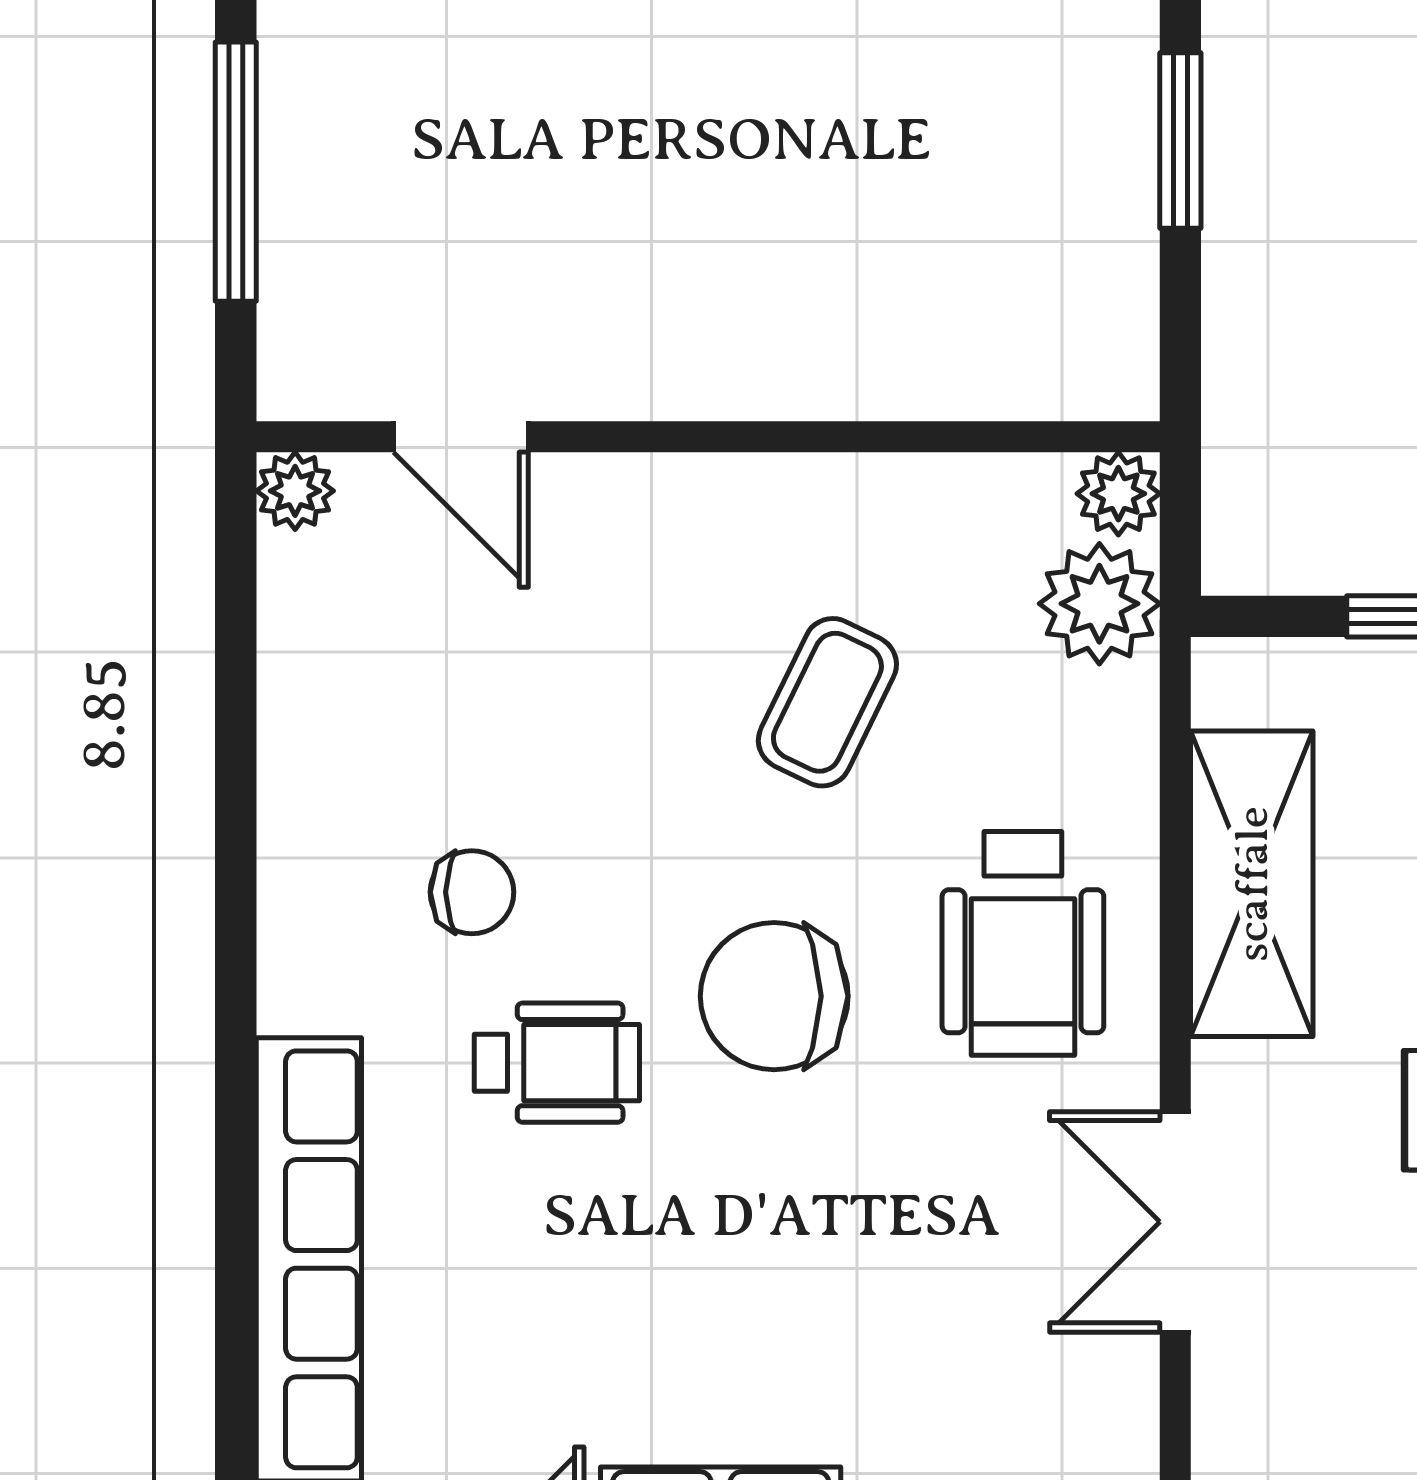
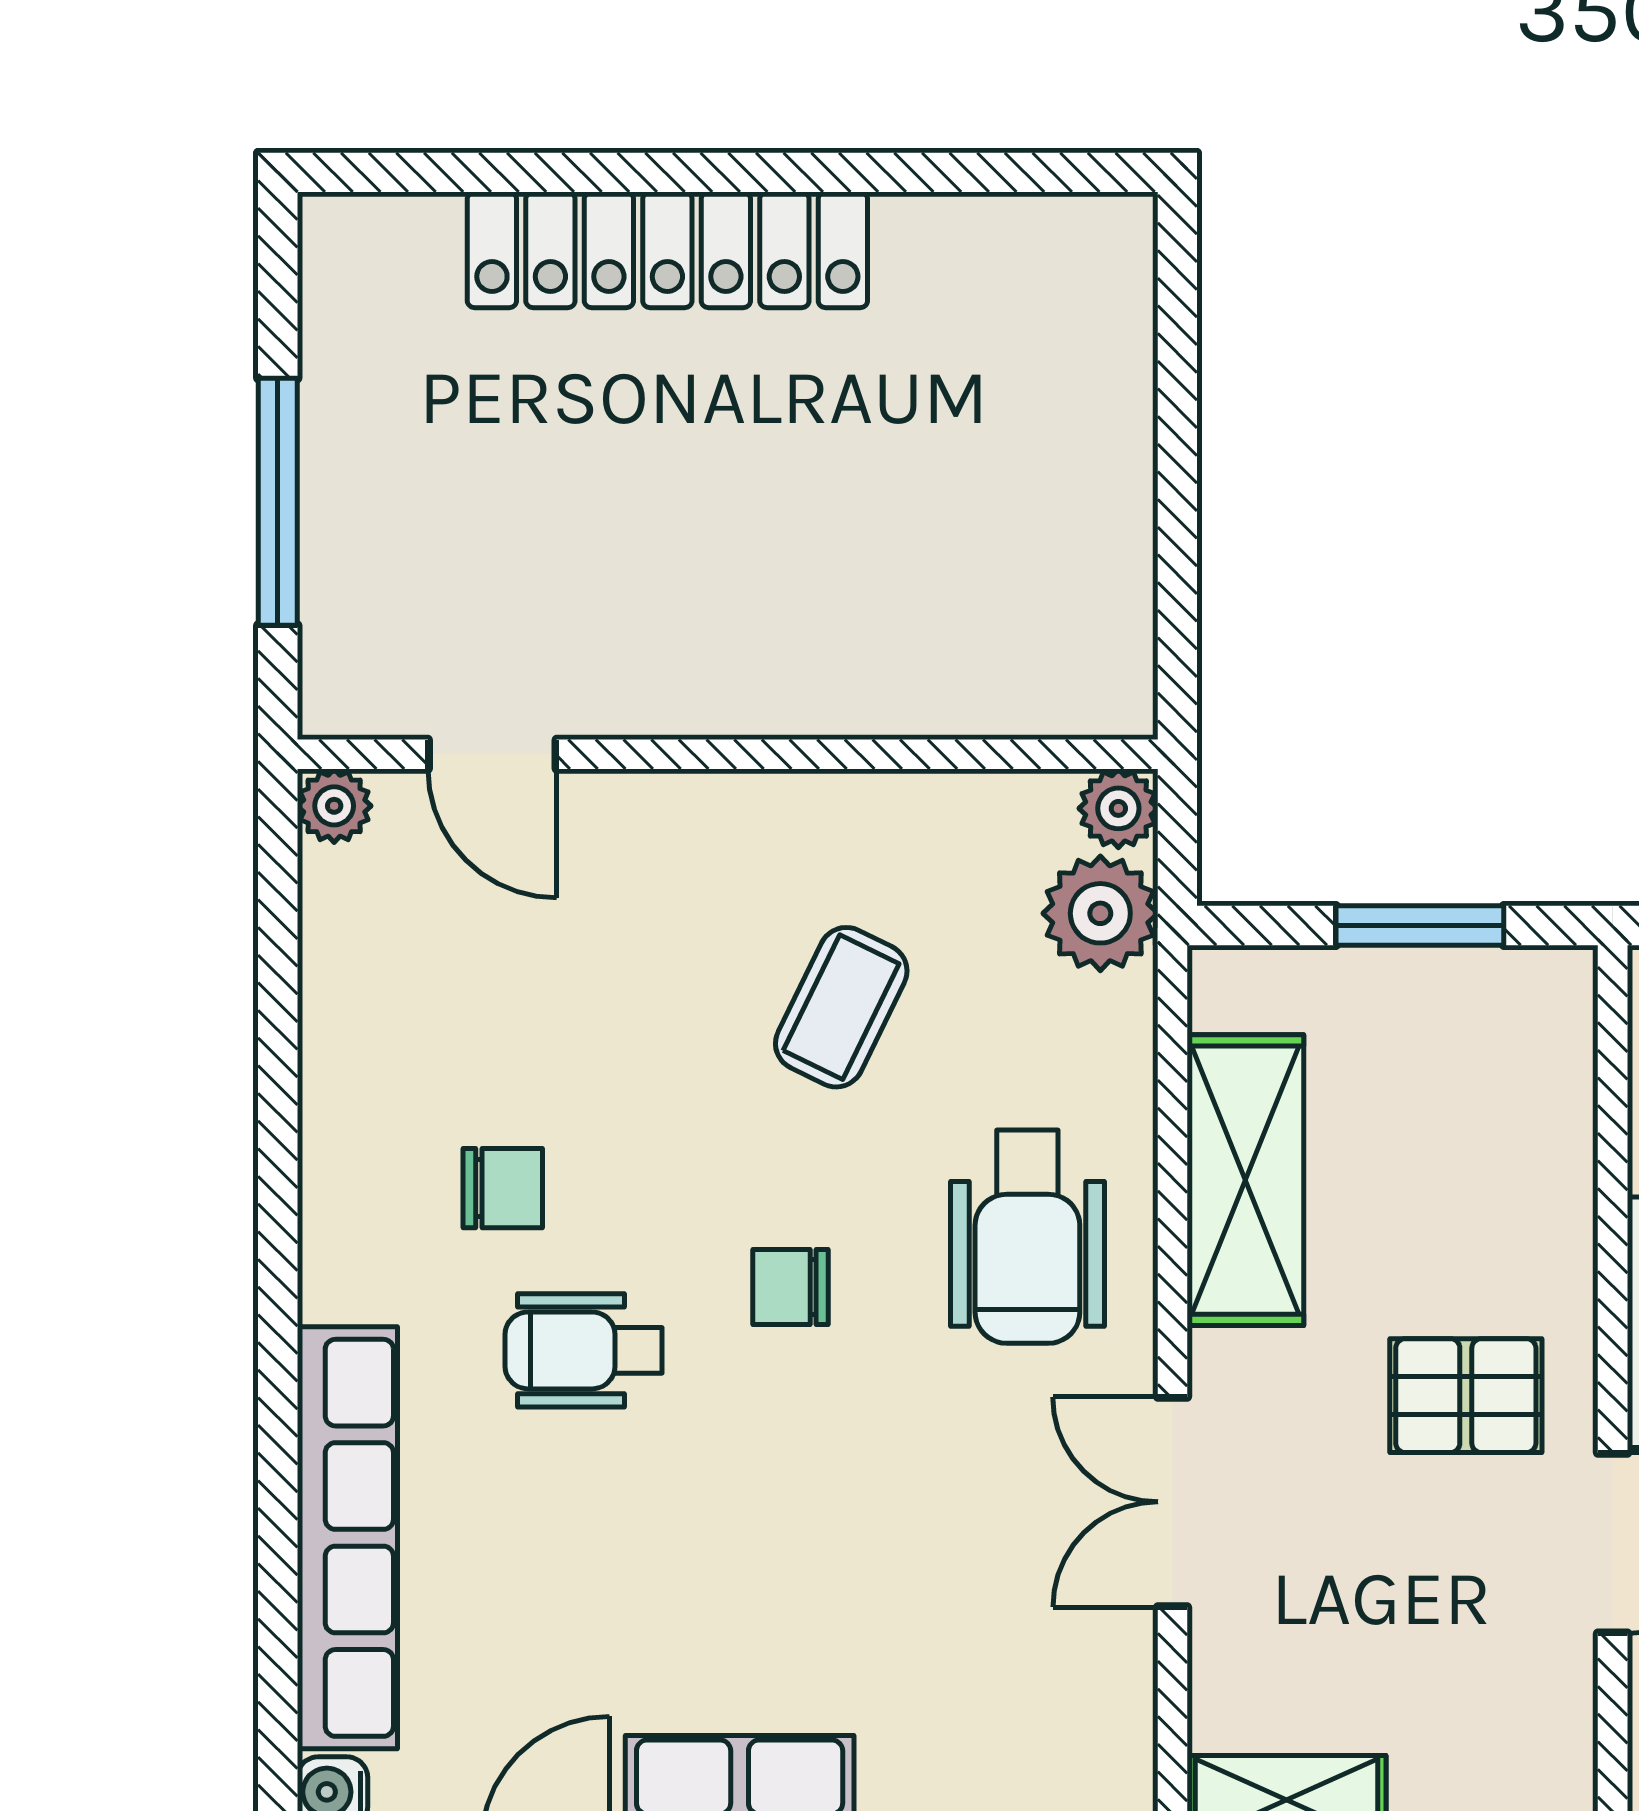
window: (1180, 140) -> (1177, 472), removed
chair: (774, 996) -> (791, 1287), width x0.54, depth x0.54
wheelchair: (557, 1063) -> (584, 1350), turned 180

